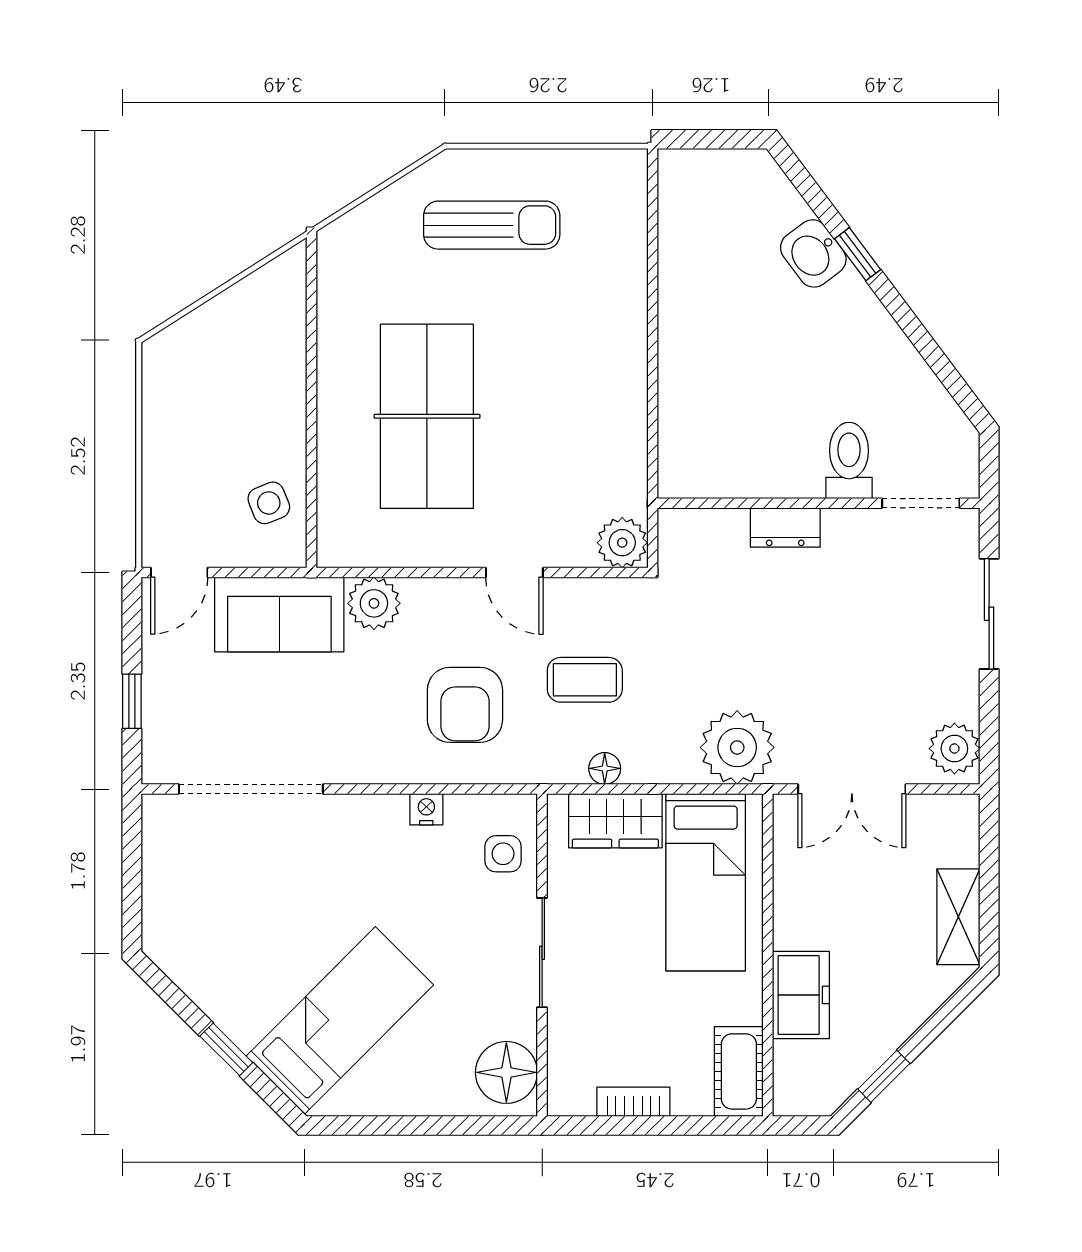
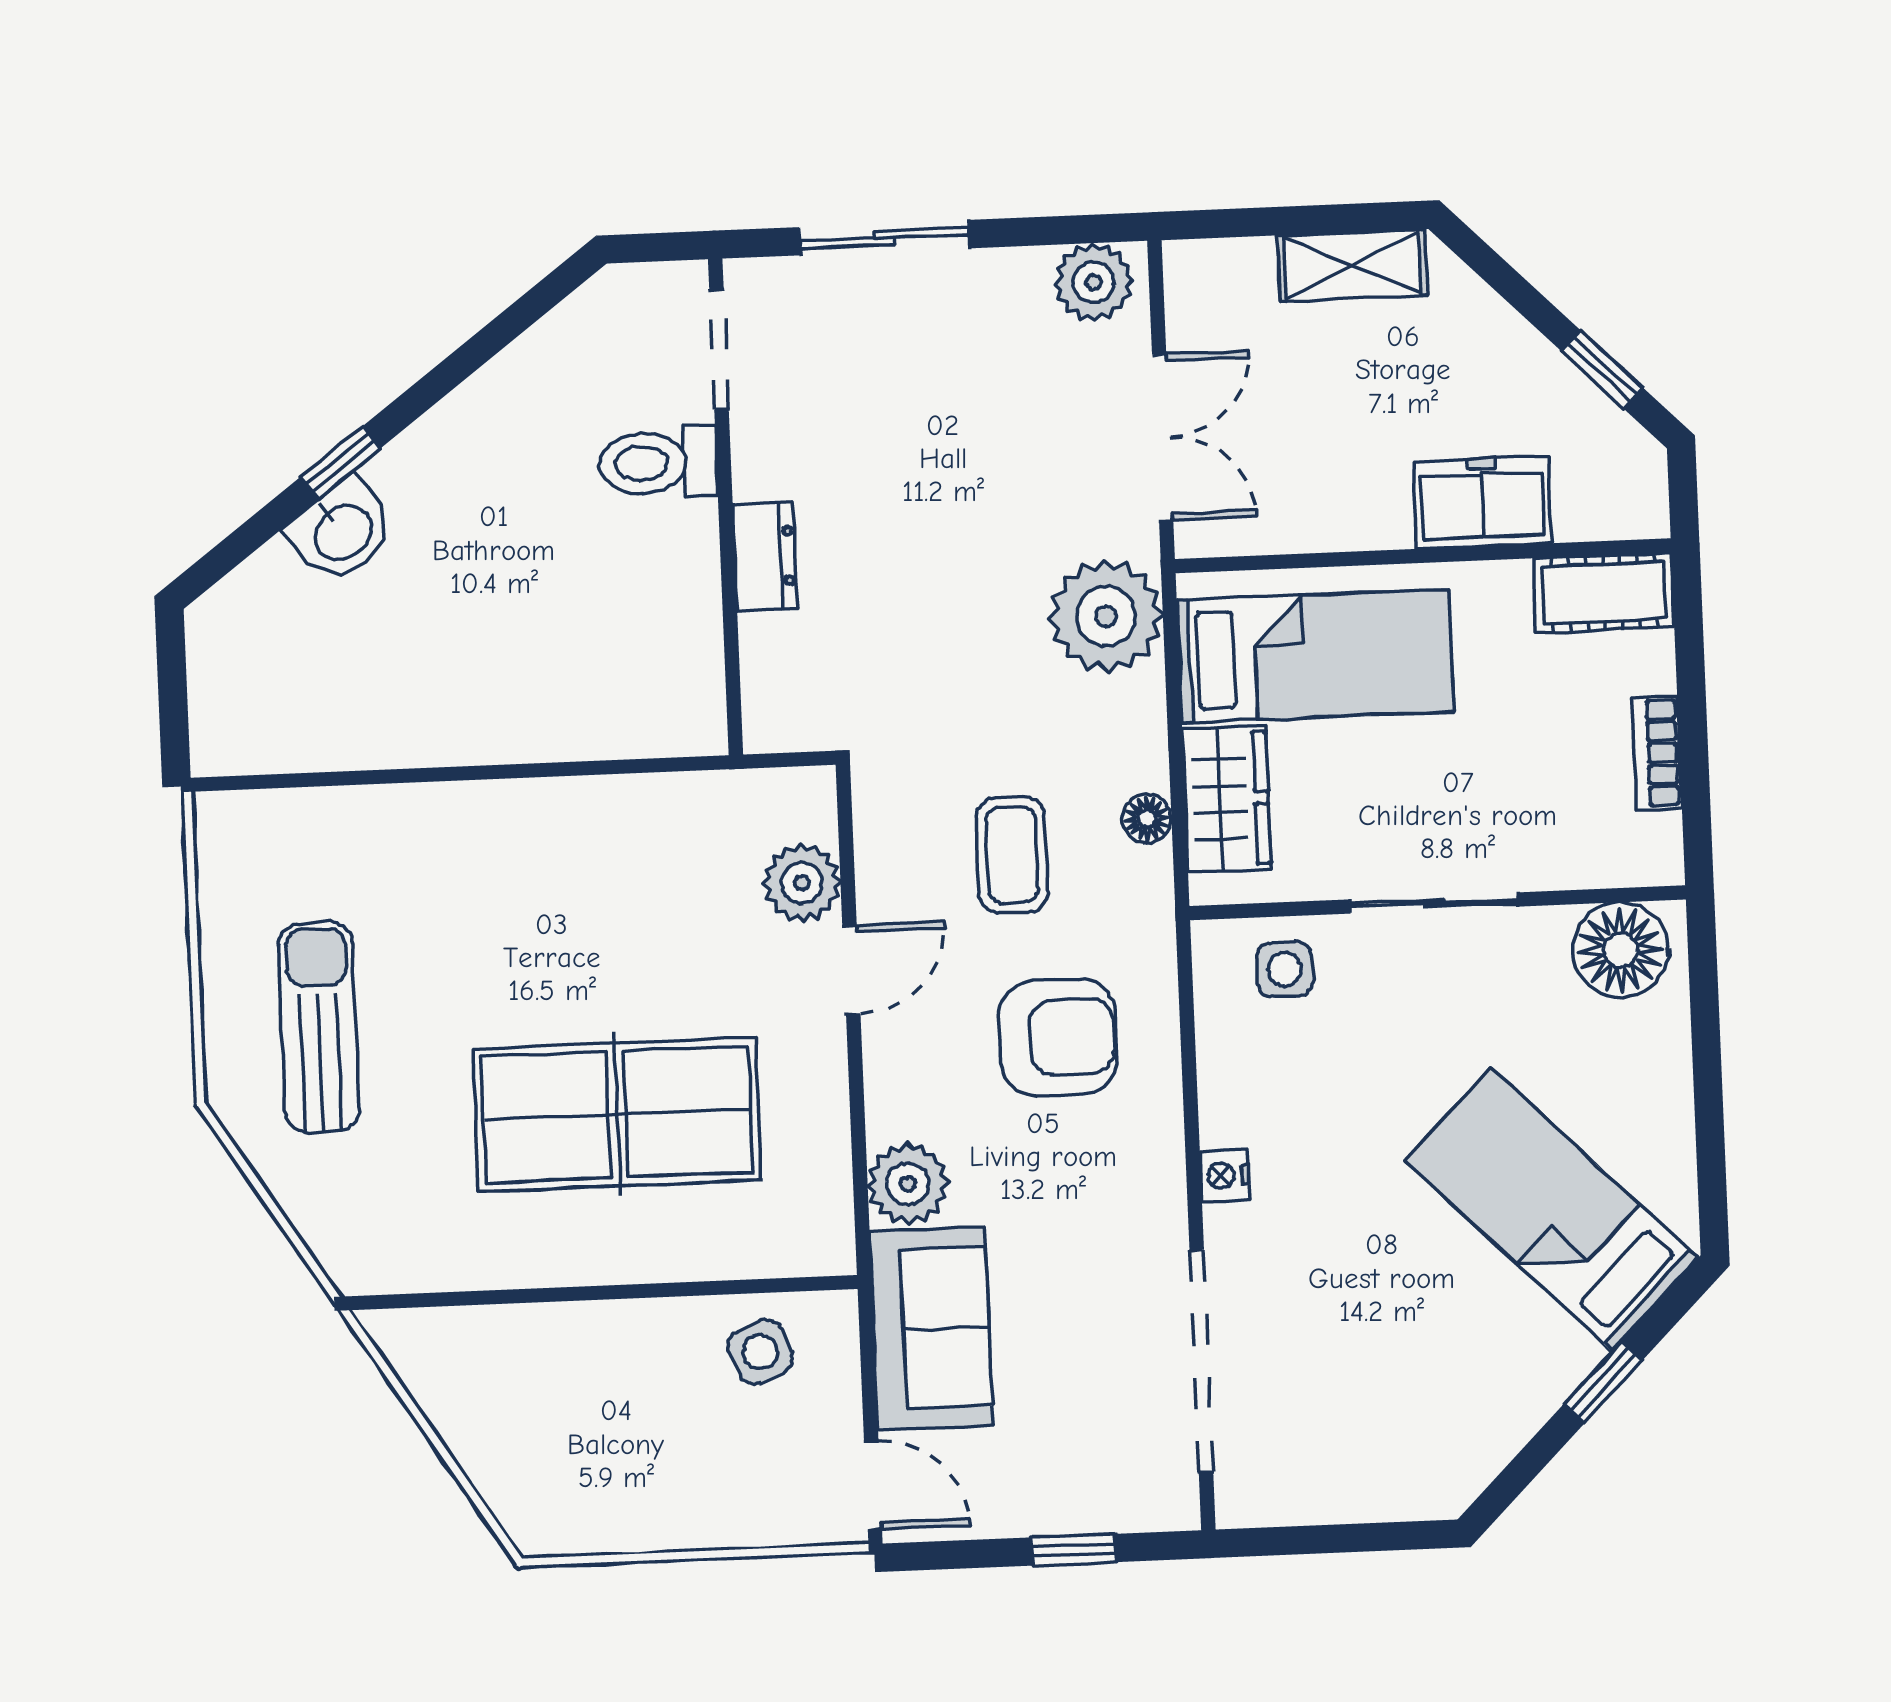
plant: (622, 543) -> (802, 883), moved
nightstand: (426, 809) -> (1225, 1175), moved

